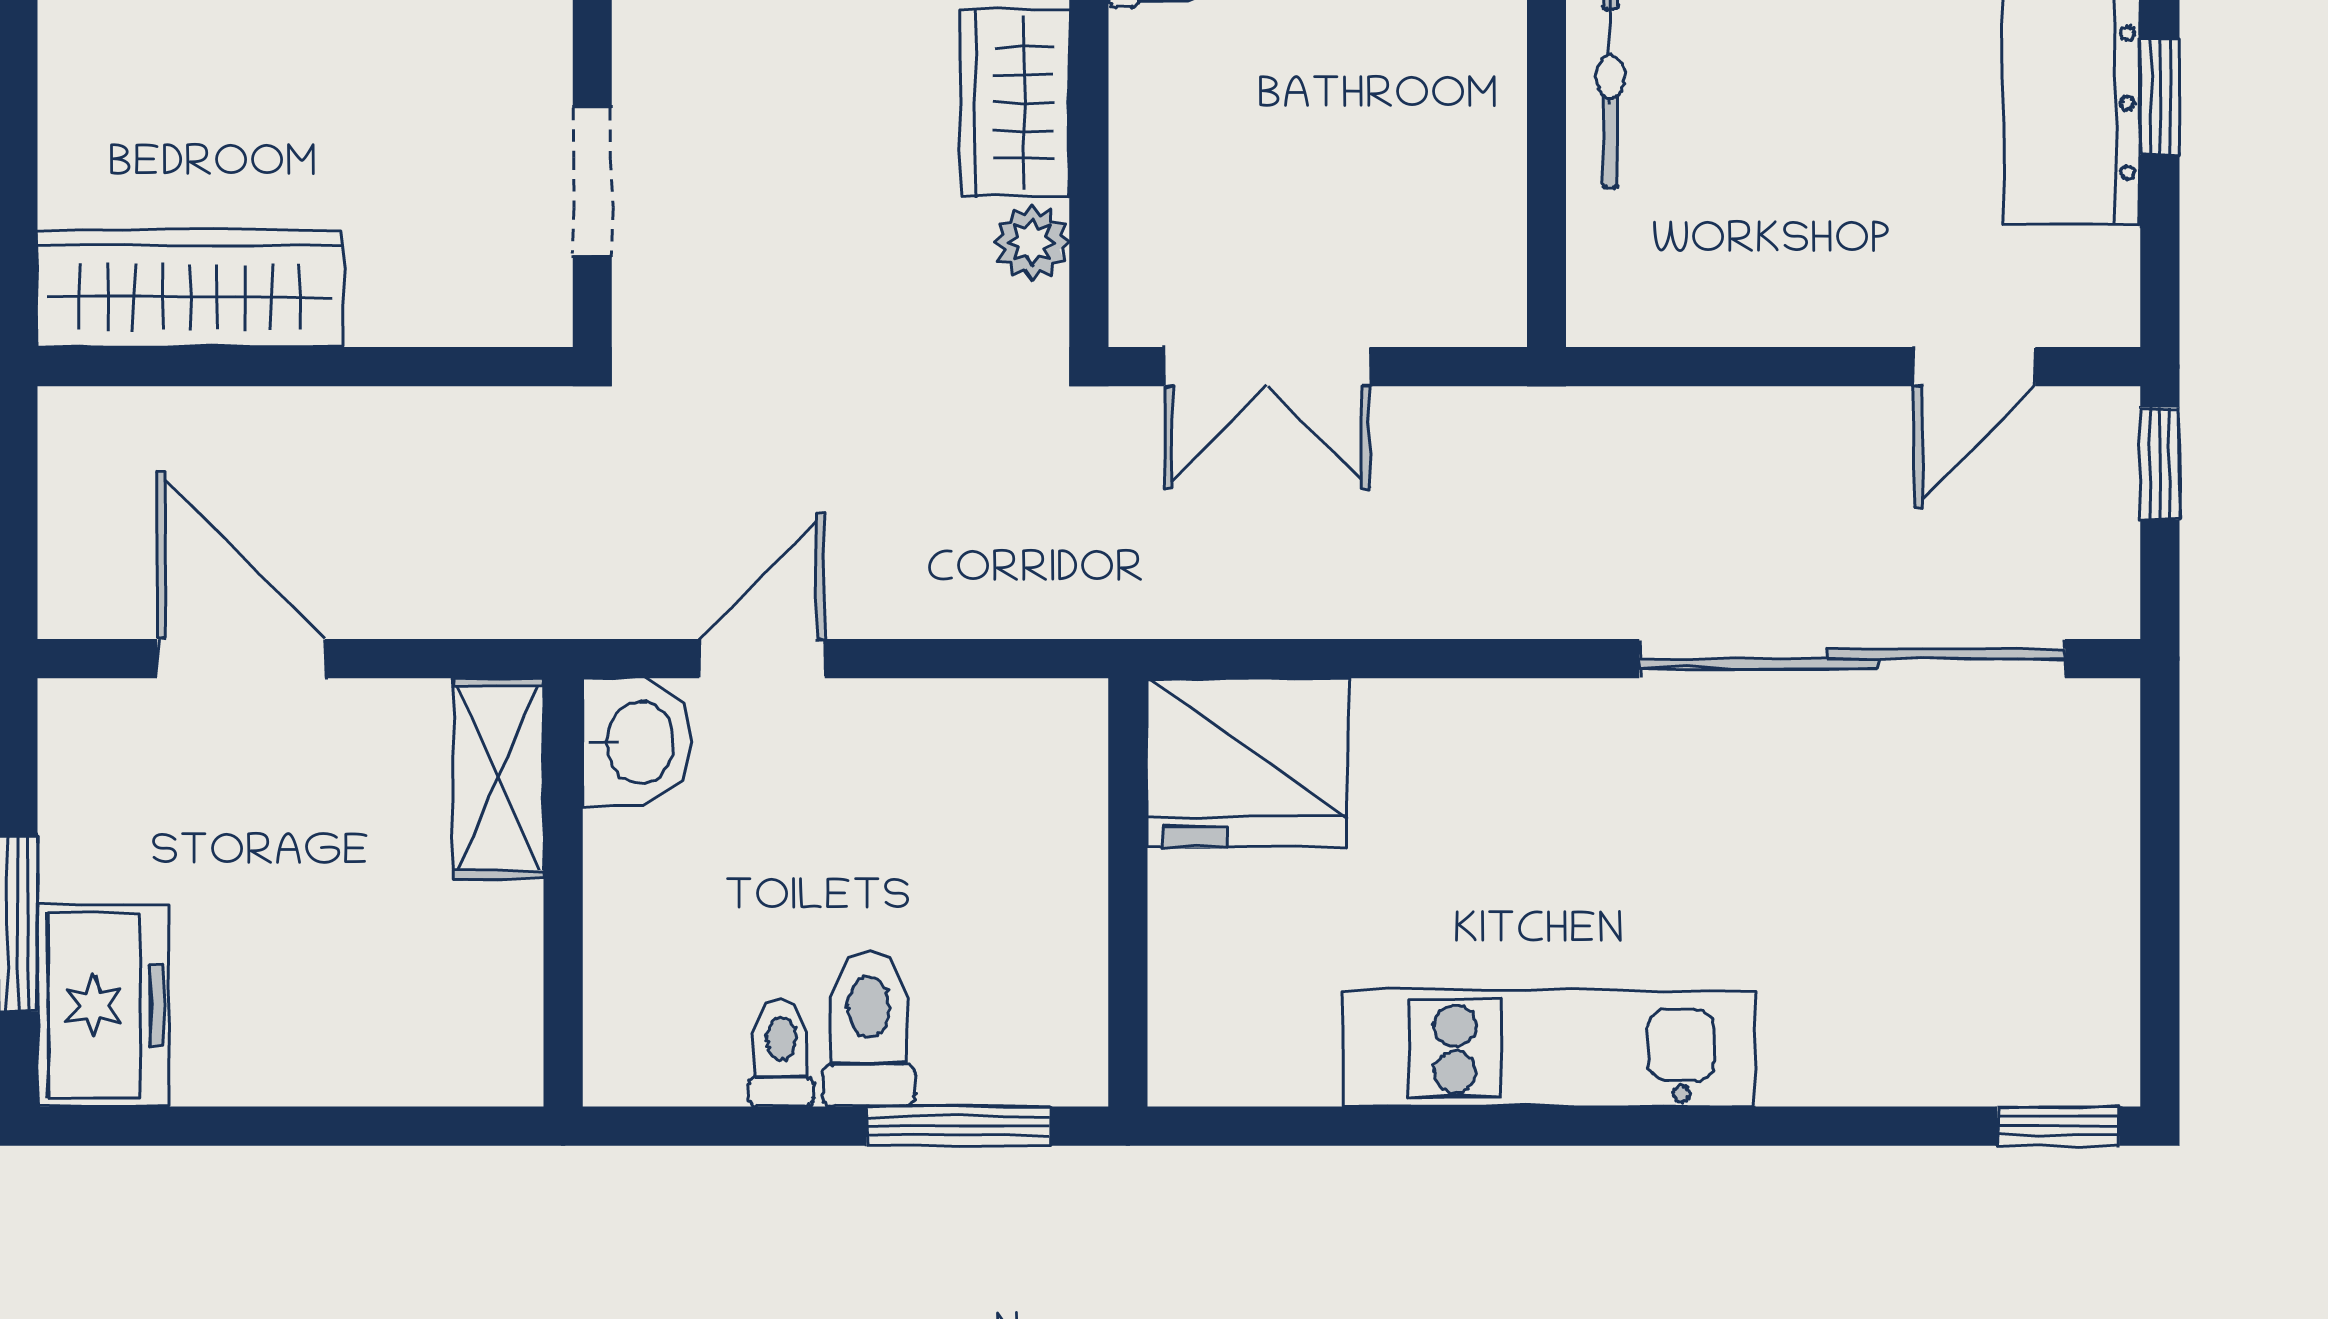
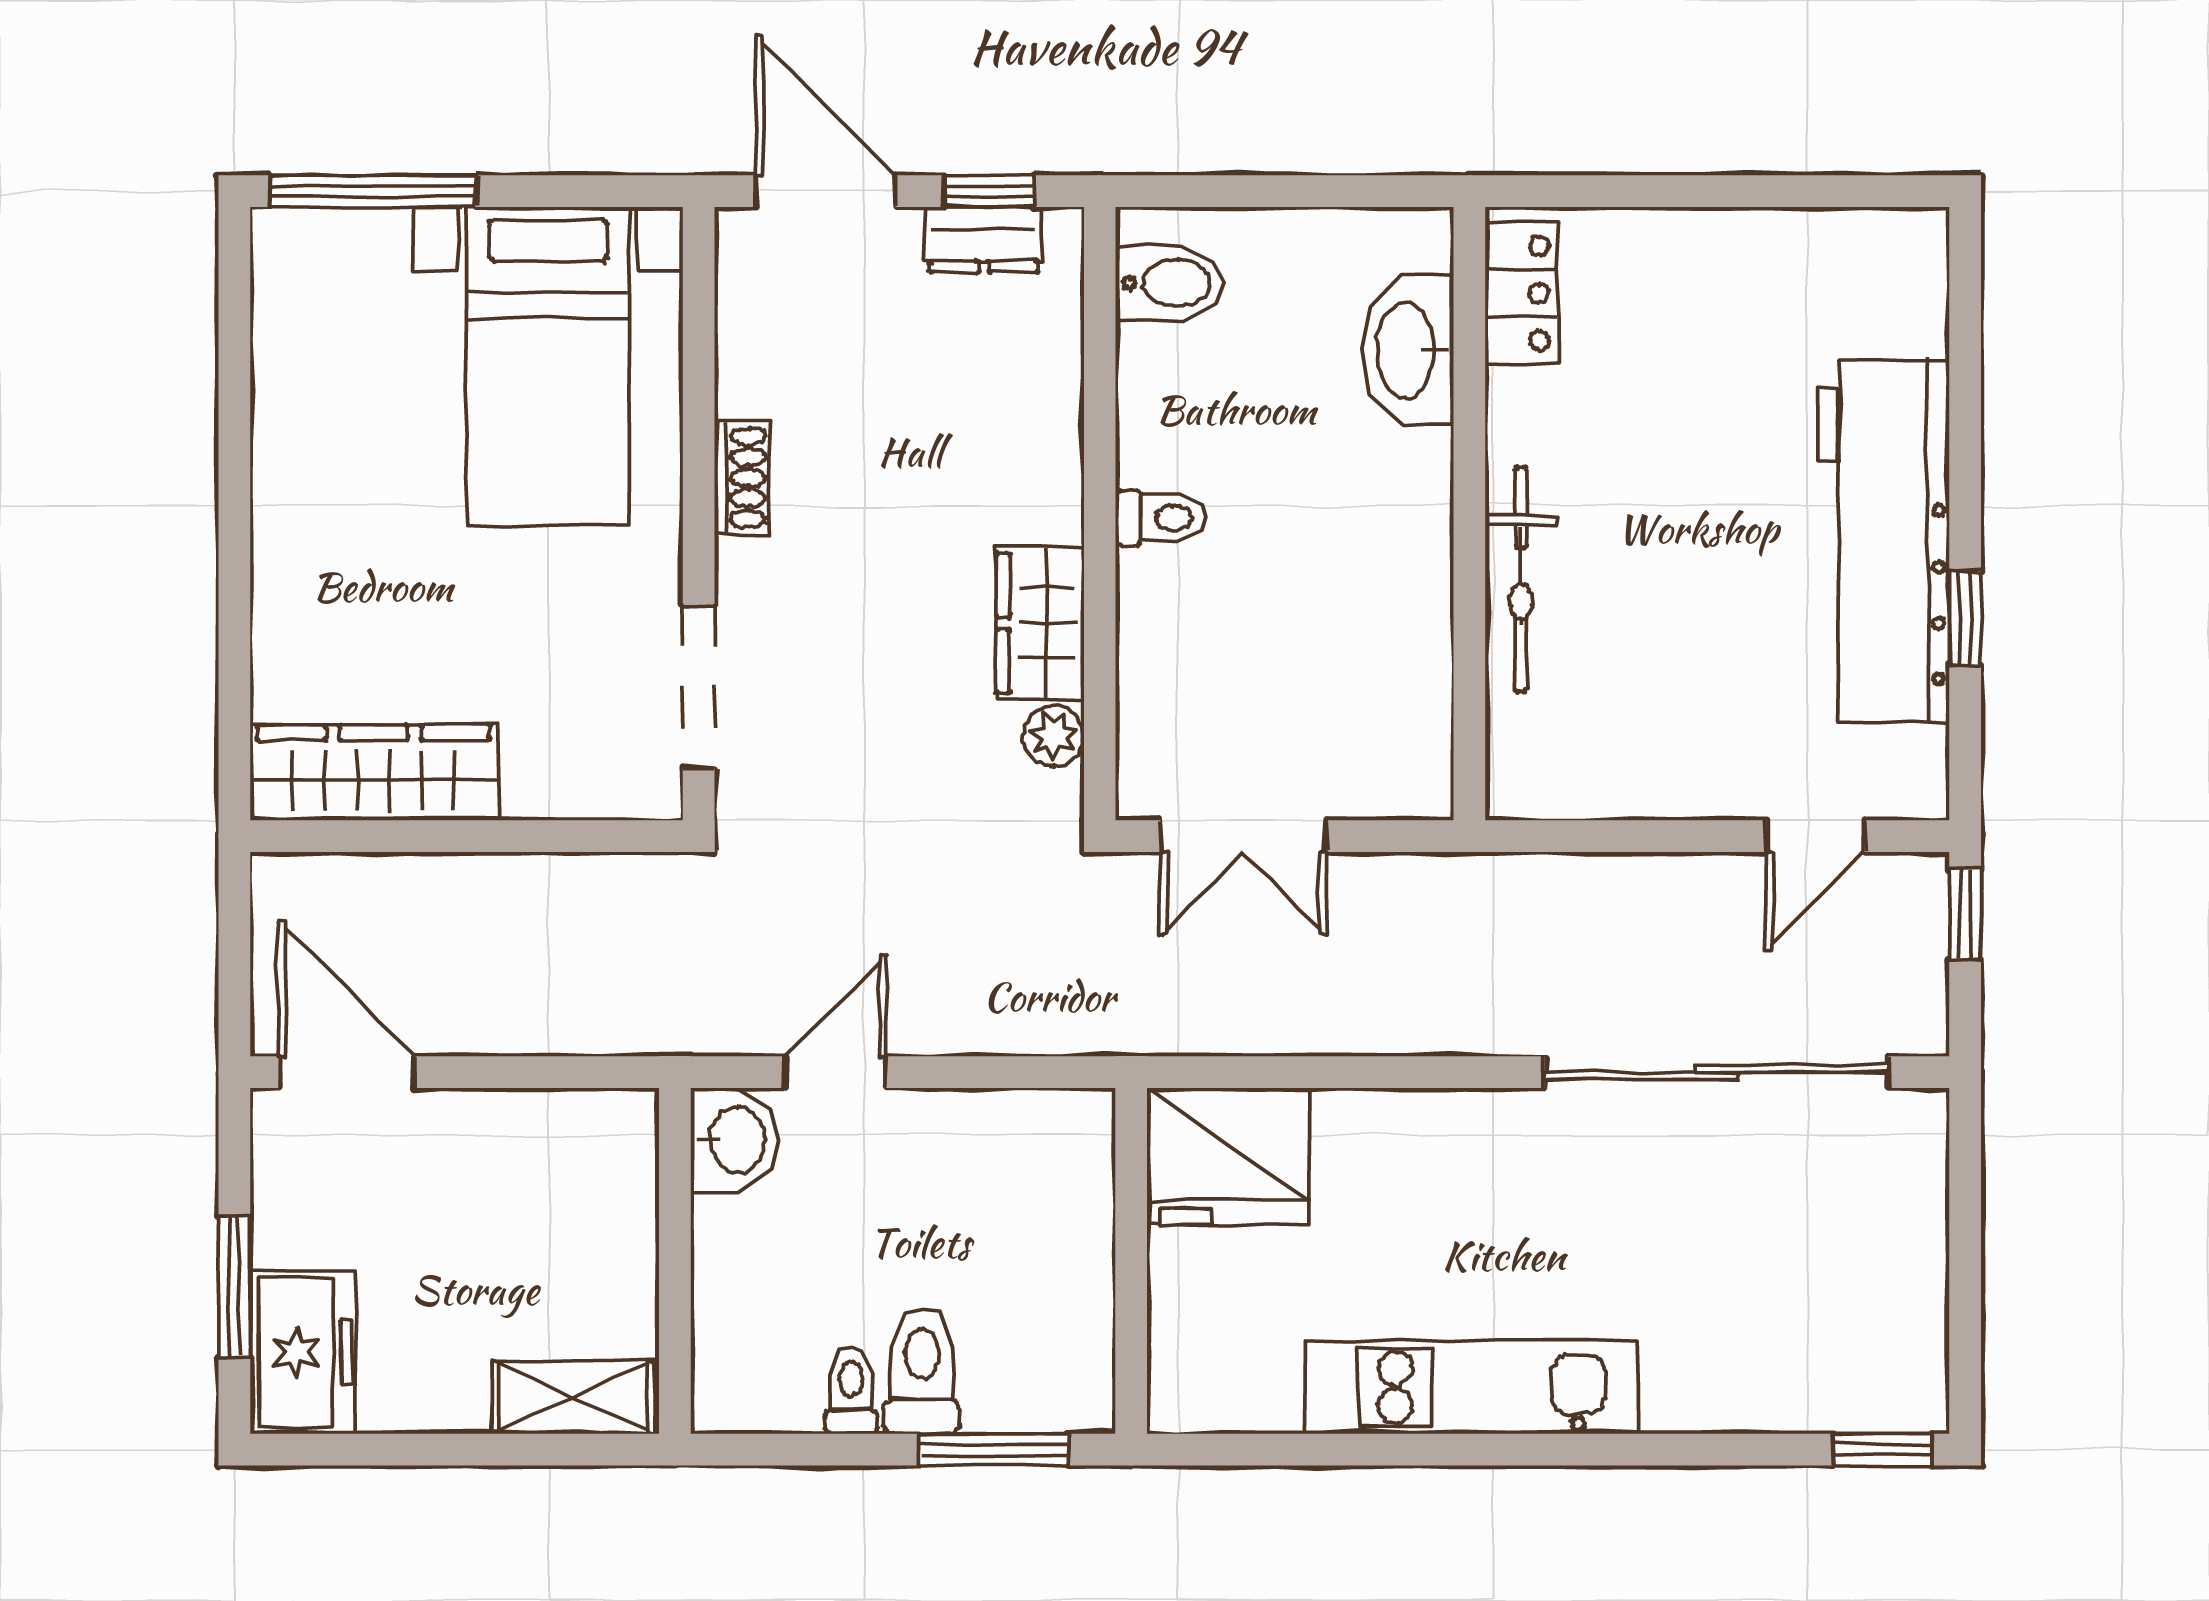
doorway: (592, 182) -> (699, 687), width x1.38
door: (241, 659) -> (346, 1072), moved
shelving: (499, 778) -> (573, 1398), moved, turned 90

